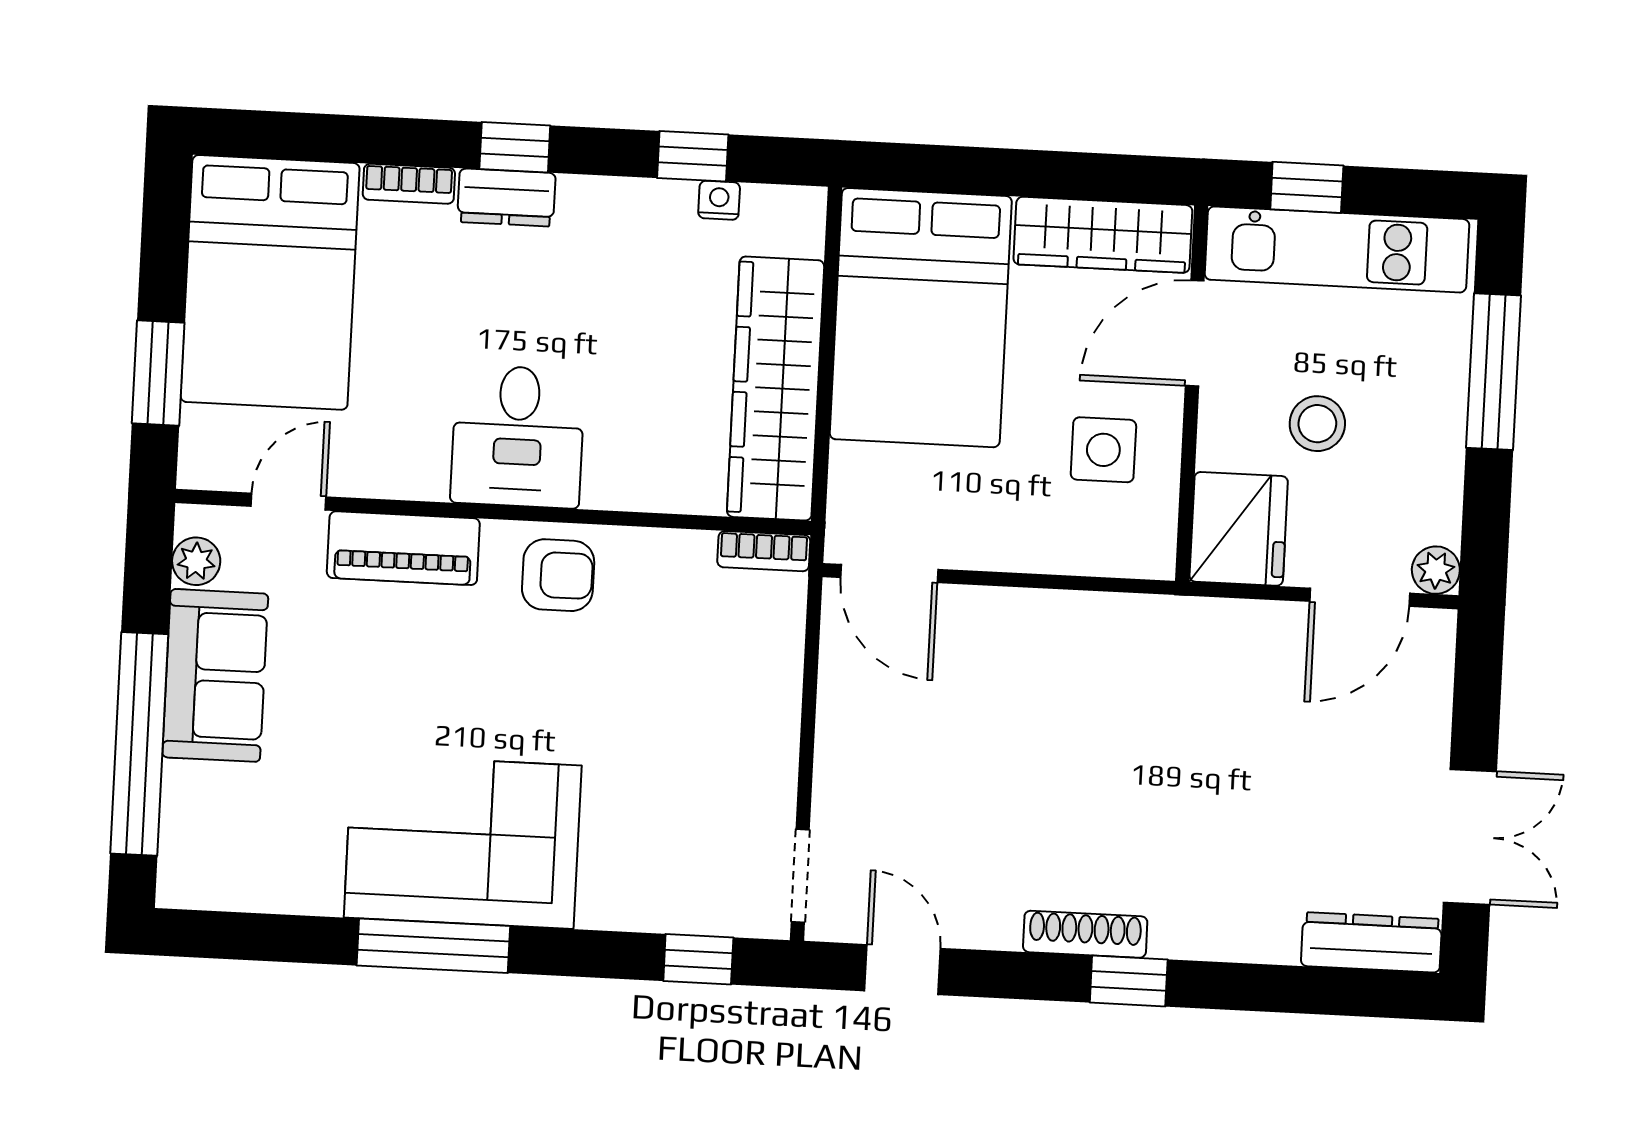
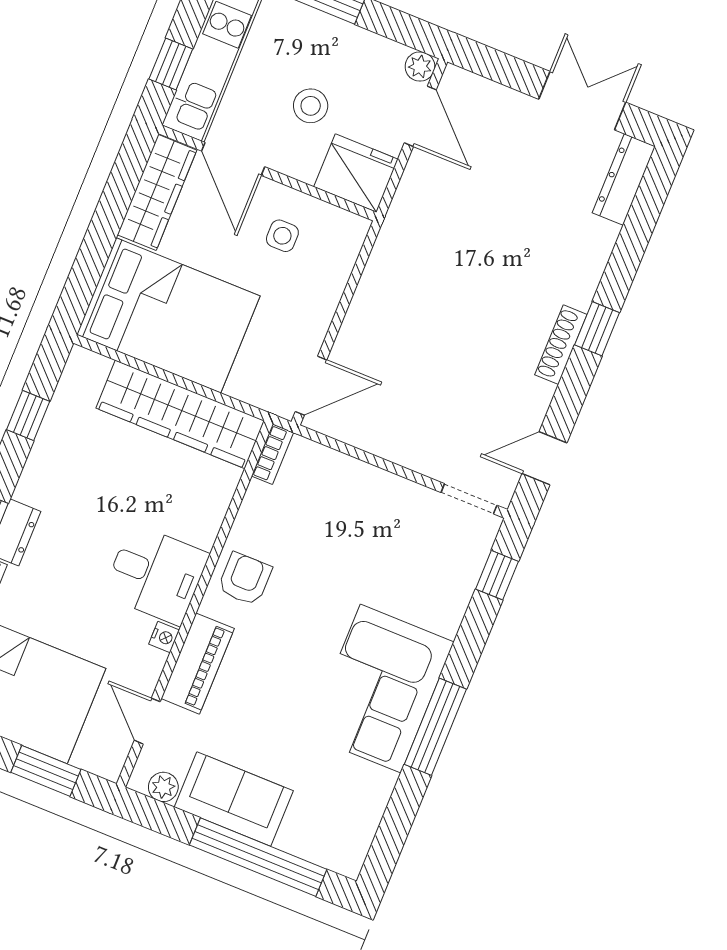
nightstand: (719, 200) -> (164, 637), moved, turned 180
side table: (1103, 450) -> (282, 236), width x0.73, depth x0.73

